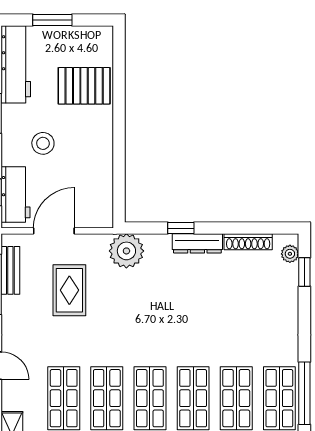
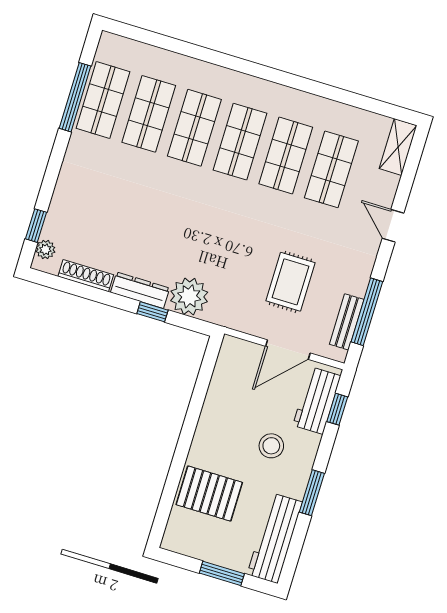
plant: (126, 251) -> (189, 296), moved

